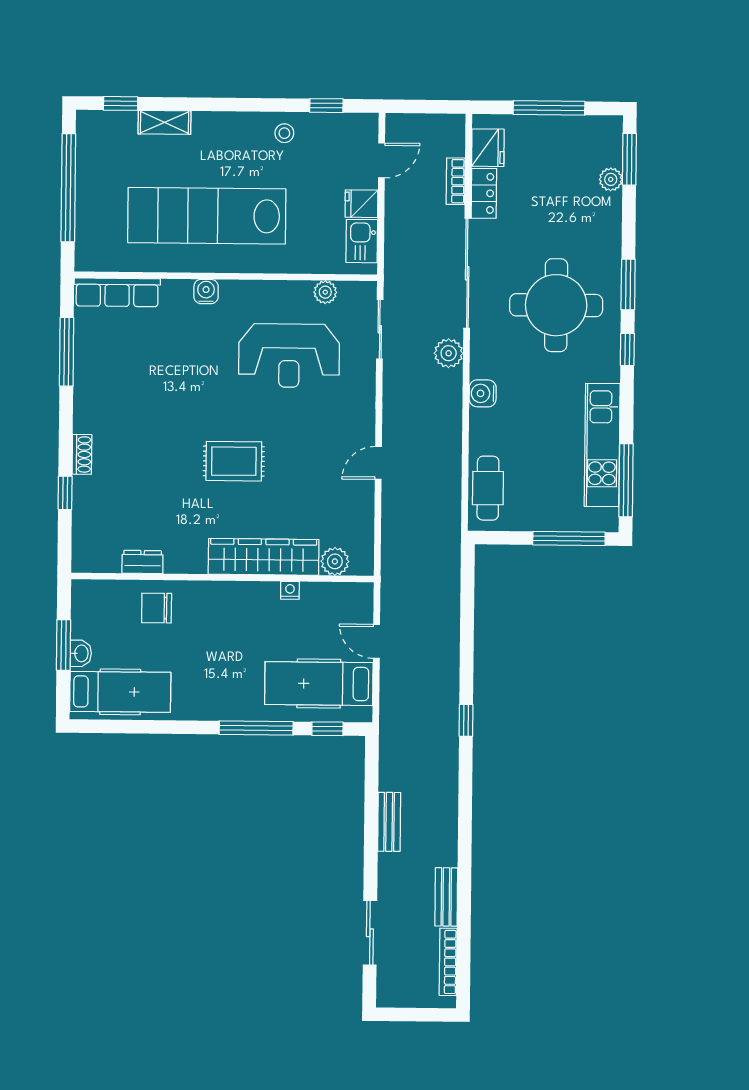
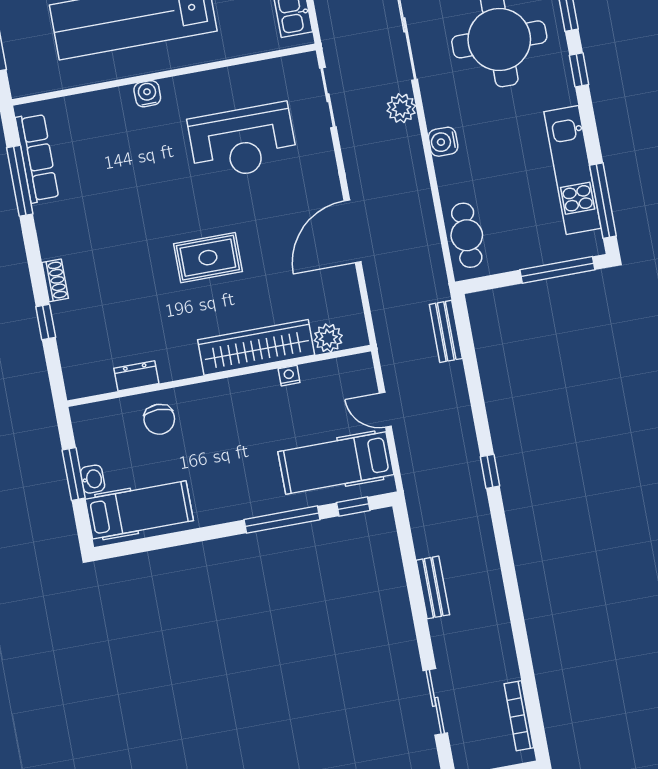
row of seats: (117, 292) -> (37, 158), moved, turned -90
plant: (325, 292) -> (266, 71), removed
door: (378, 463) -> (353, 231), width x1.87
chair: (157, 608) -> (159, 419), turned -90
bench: (446, 897) -> (446, 331), moved

